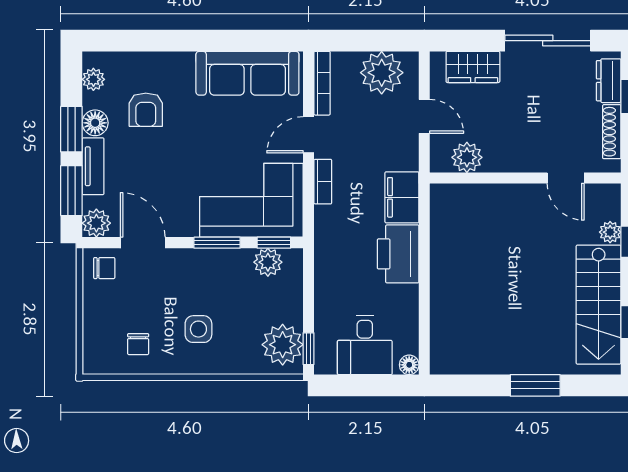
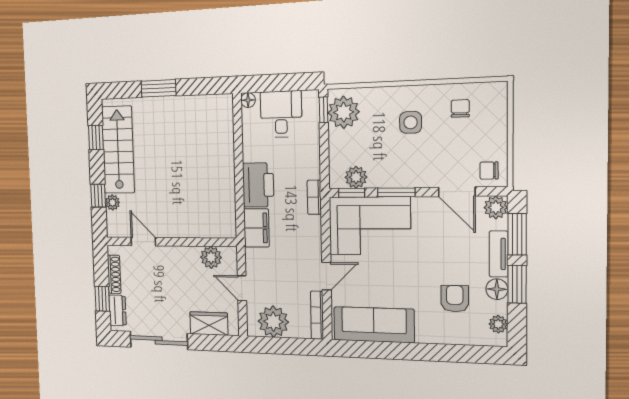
bookcase: (323, 182) -> (314, 197), moved

